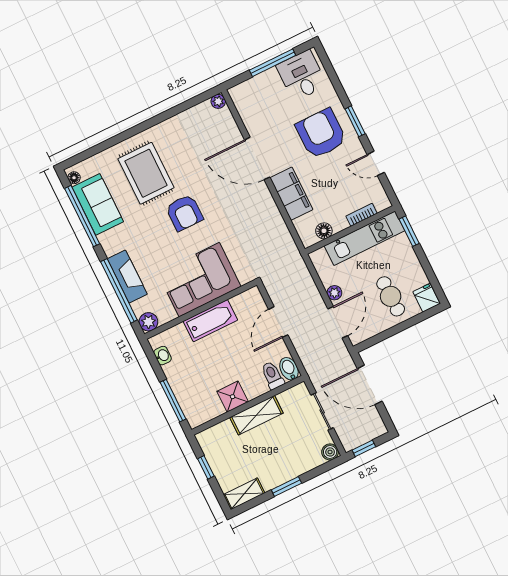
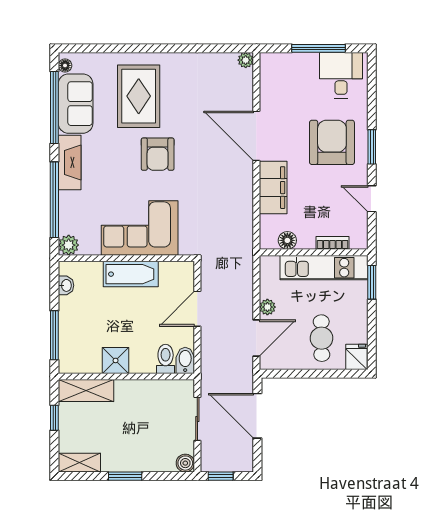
fireplace: (127, 277) -> (70, 162), moved
shelving: (256, 415) -> (86, 391), moved

